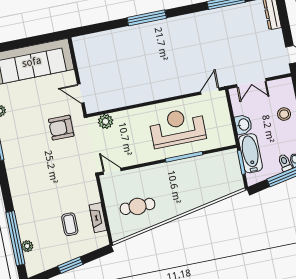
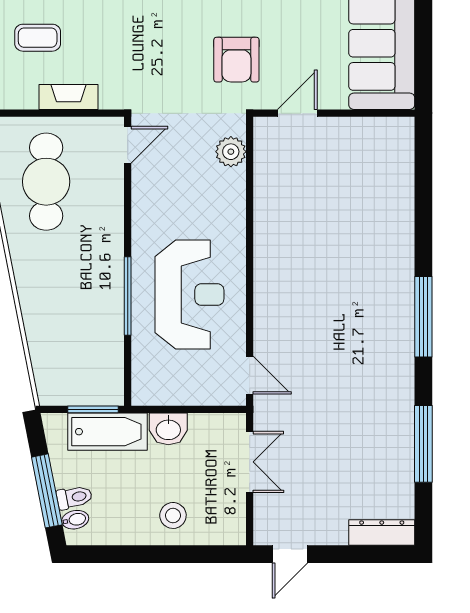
window: (147, 18) -> (423, 317), moved
double door: (251, 83) -> (250, 462), swing flipped
armchair: (61, 128) -> (236, 60), turned 180
cafe table: (137, 206) -> (46, 182), width x1.37, depth x1.35
fireplace: (98, 218) -> (69, 97), moved

